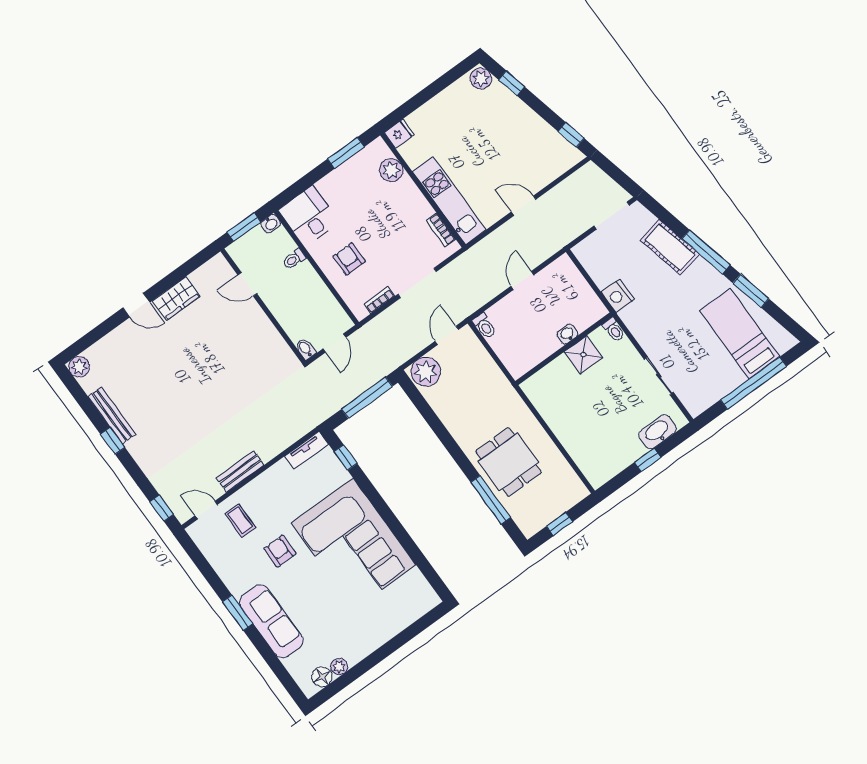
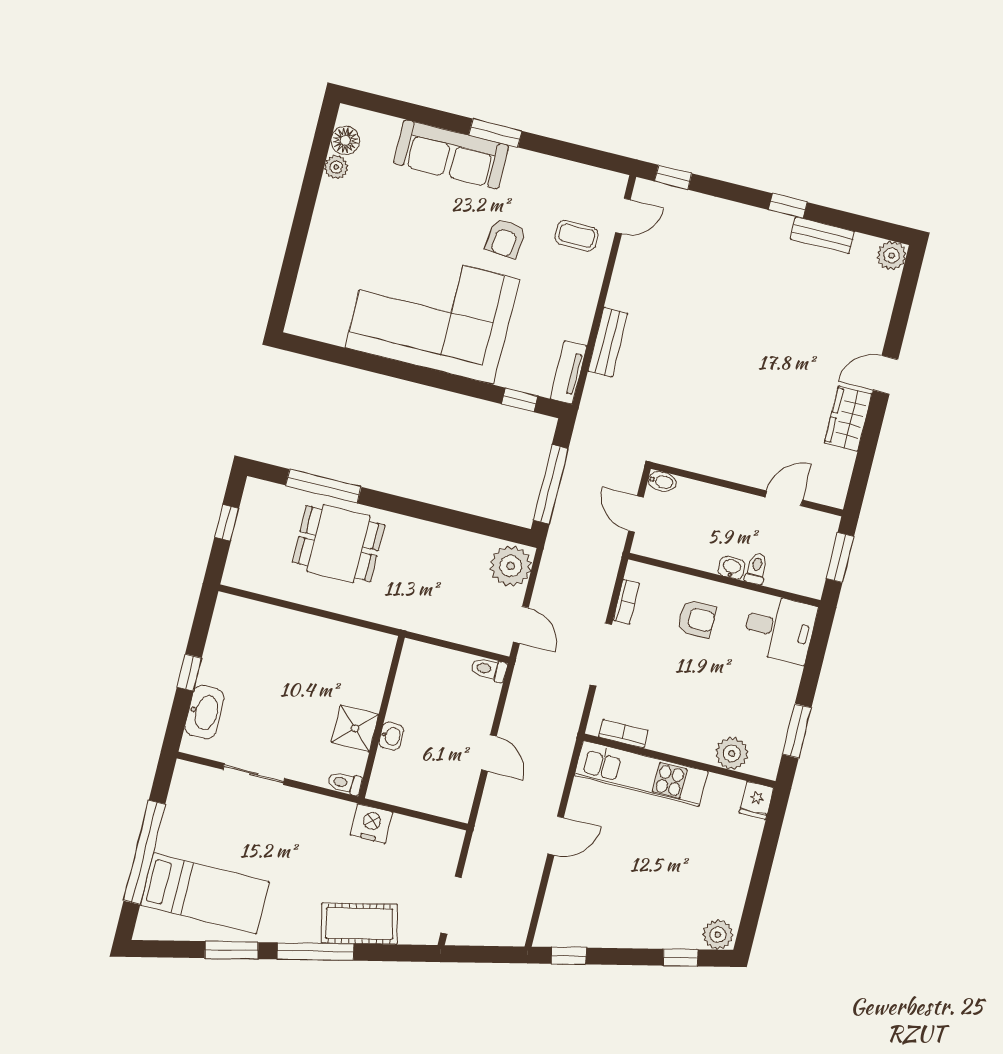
washbasin: (271, 224) -> (732, 568), moved, turned 90
bench: (112, 415) -> (822, 235), width x0.73
bench: (240, 472) -> (608, 342), moved
armchair: (280, 551) -> (505, 238), turned 95

